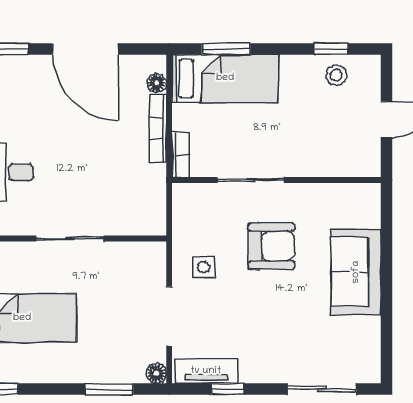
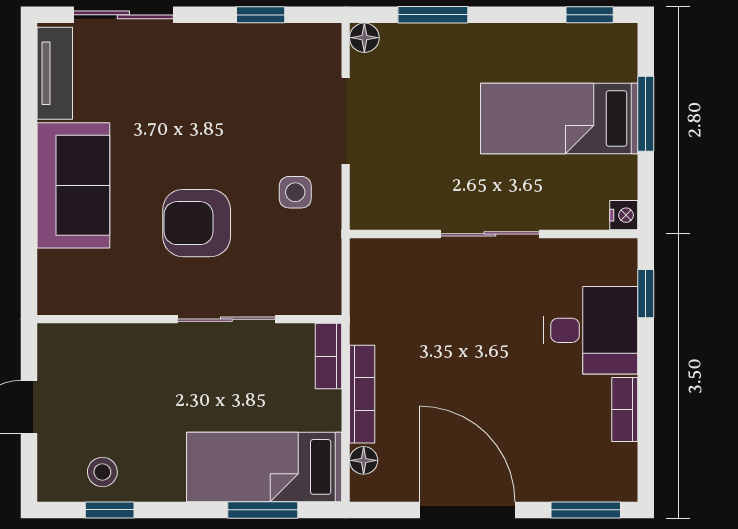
tv unit: (206, 371) -> (55, 73), moved, turned -90

